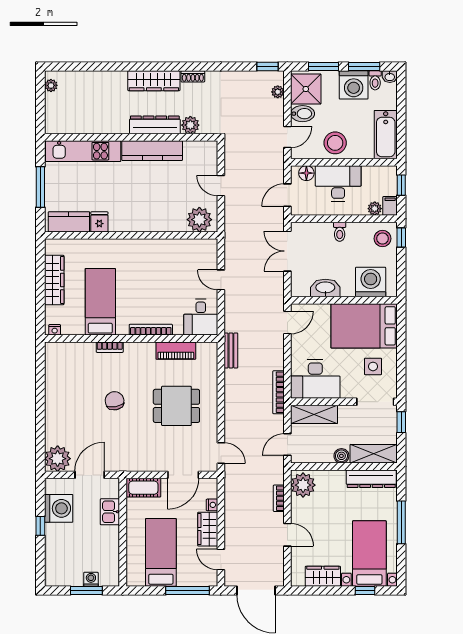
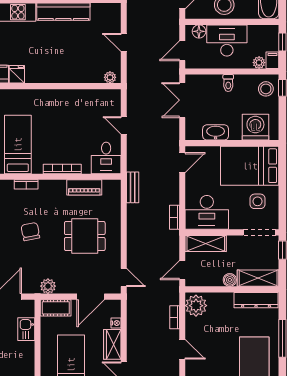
plant: (199, 220) -> (110, 77), width x0.53, depth x0.53
bookcase: (279, 392) -> (174, 217), width x0.64
plant: (135, 463) -> (48, 286), added

